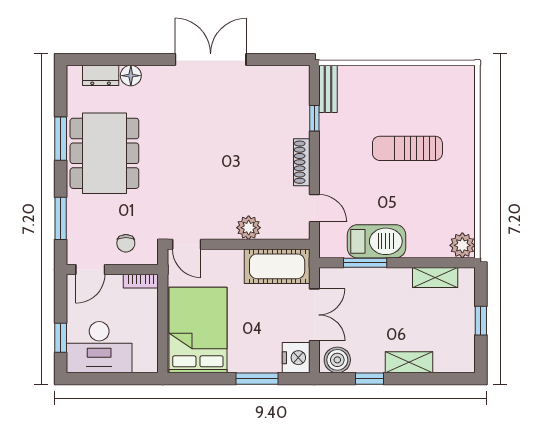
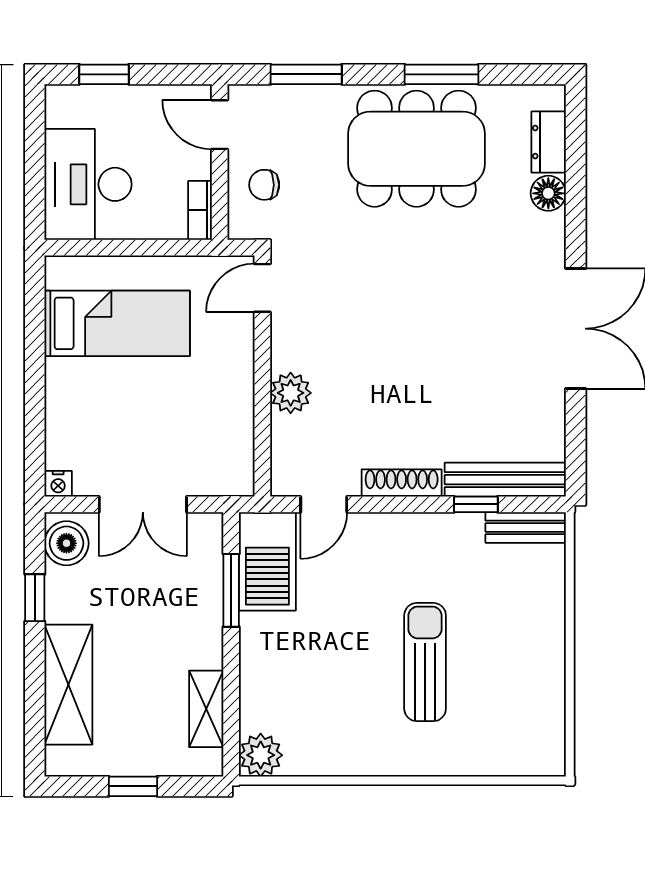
bench: (300, 101) -> (505, 480), added
barbecue: (376, 241) -> (267, 561), moved
cot: (277, 266) -> (225, 441), removed
bed: (198, 330) -> (117, 323), width x0.67
desk: (99, 347) -> (88, 184), moved
nightstand: (296, 358) -> (58, 484), width x0.53, depth x0.56
shelving: (409, 362) -> (68, 685), width x1.50, depth x1.33
window: (257, 379) -> (35, 407), removed

